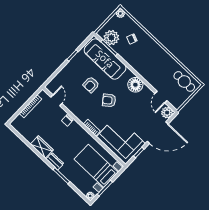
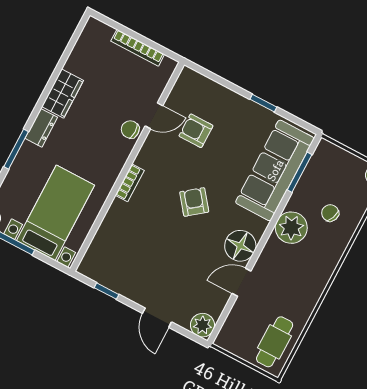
plant: (111, 38) -> (291, 228), moved
armchair: (91, 85) -> (196, 131), moved
door: (161, 97) -> (242, 282), moved
door: (56, 100) -> (154, 116), moved
door: (158, 133) -> (157, 318), width x0.53
corner sofa: (121, 140) -> (121, 248), removed

